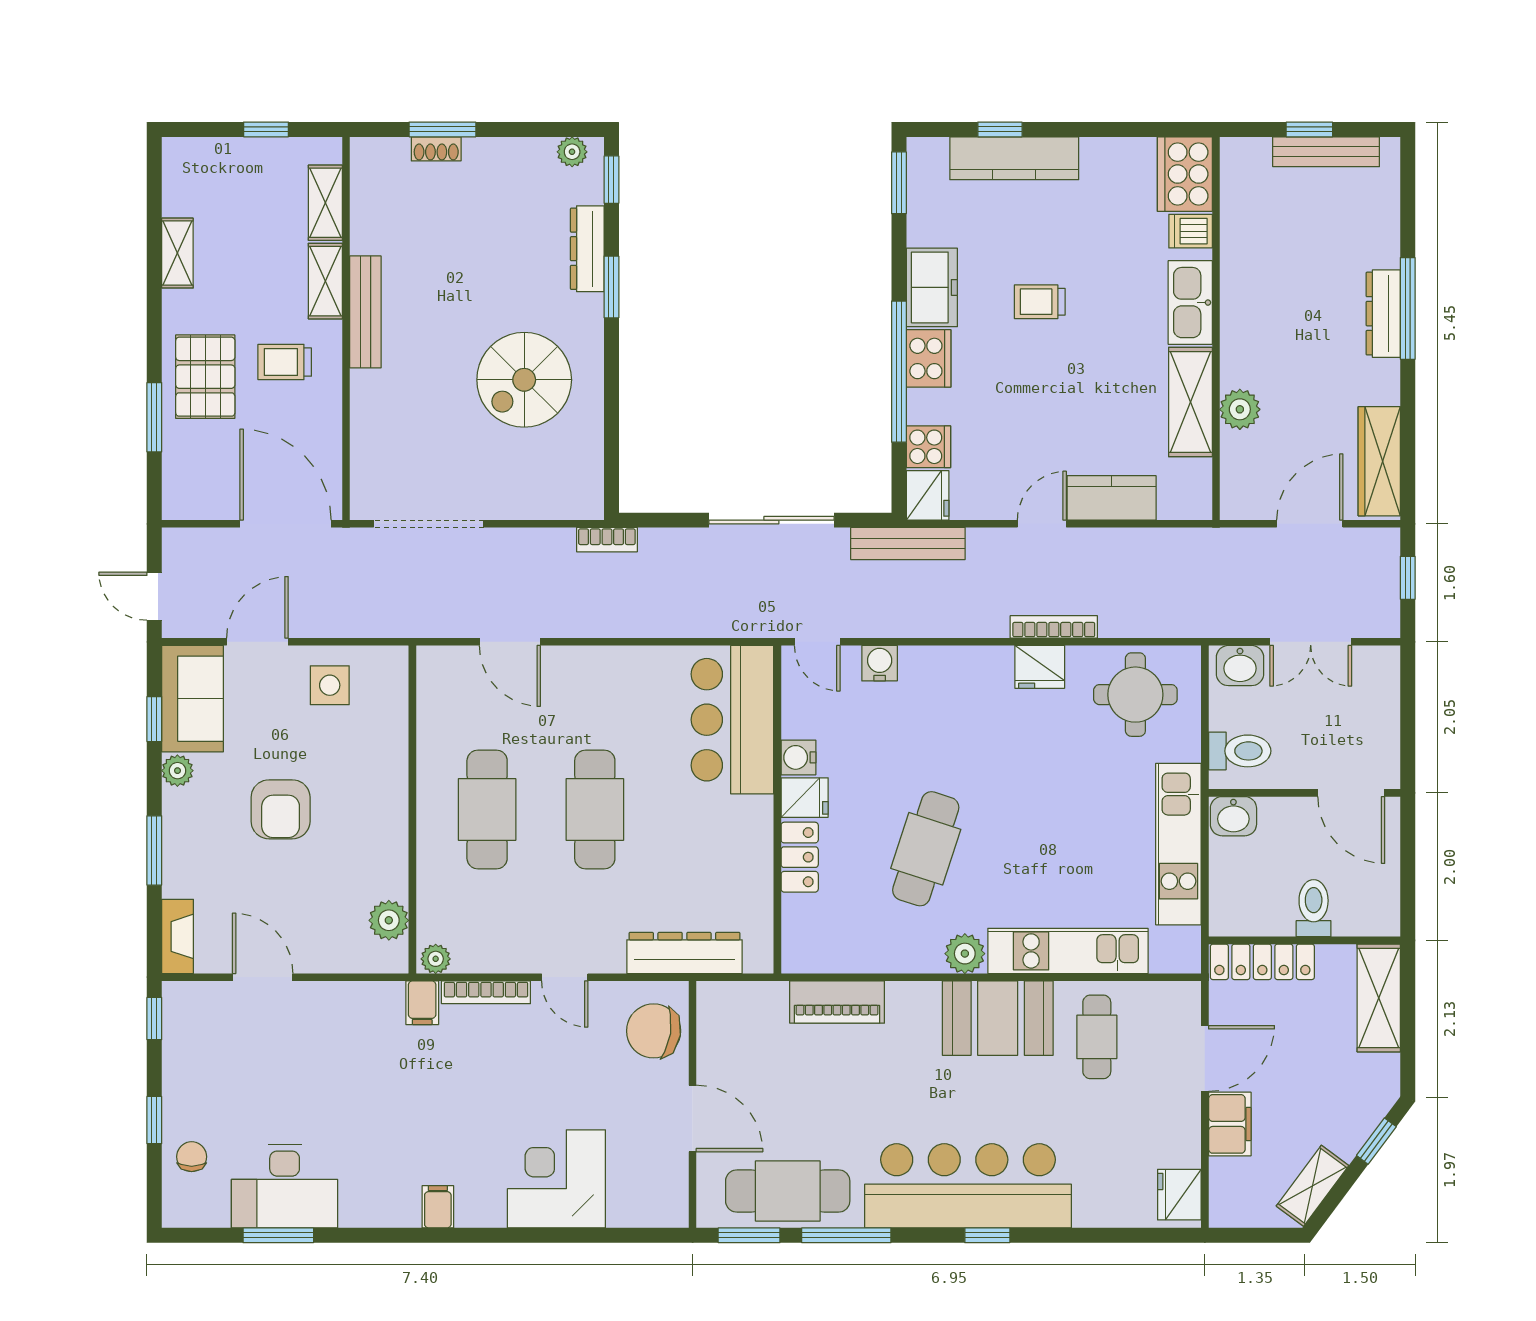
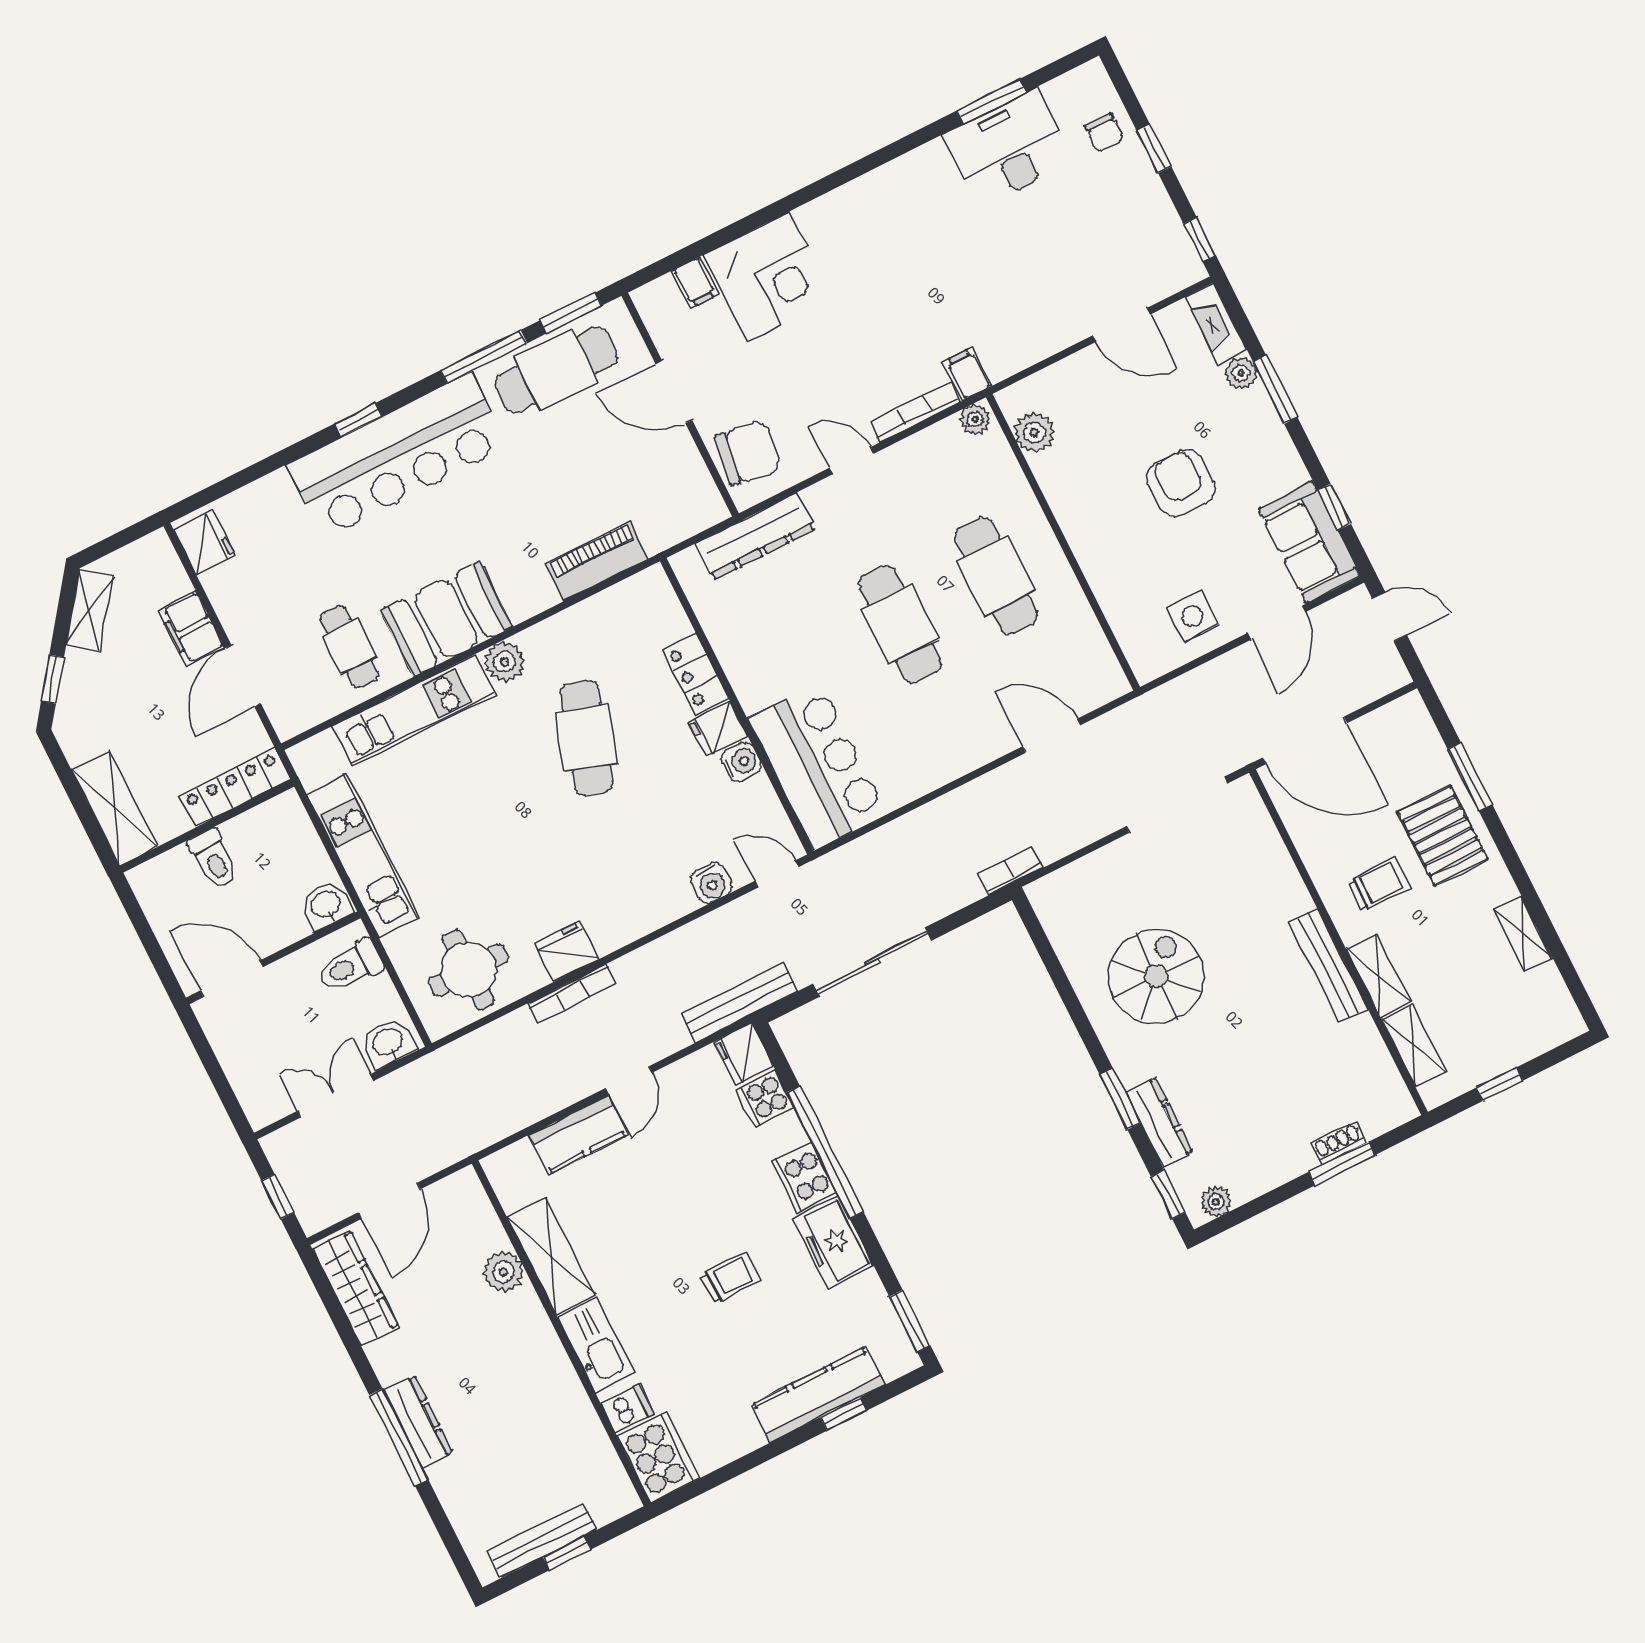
plant: (177, 771) -> (1241, 373), moved
filing cabinet: (438, 1207) -> (695, 282), moved

